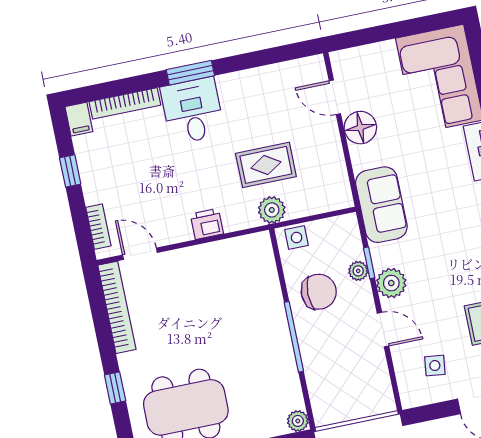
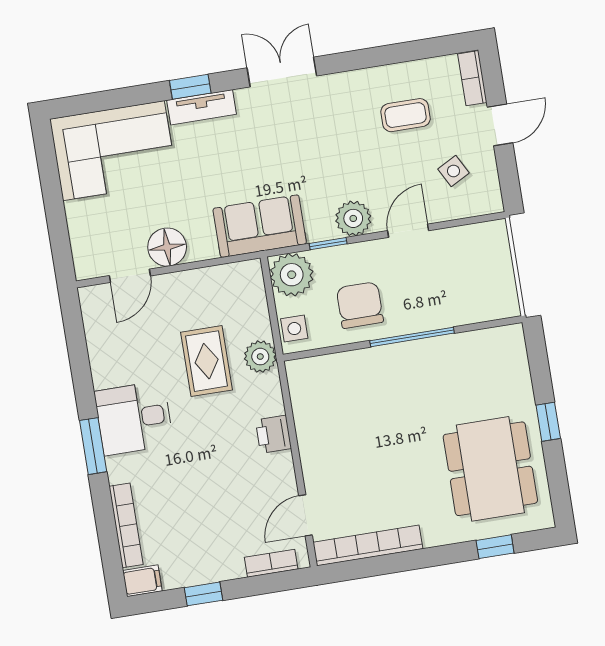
desk: (192, 111) -> (134, 418), moved
plant: (358, 271) -> (292, 275), moved, width x1.87, depth x1.87
side table: (435, 366) -> (453, 171), turned -35
window: (115, 388) -> (495, 547), moved
plant: (298, 421) -> (512, 337), removed

